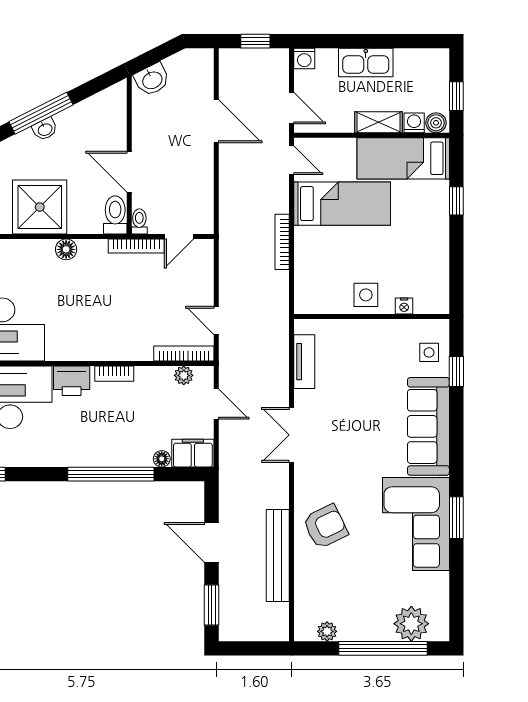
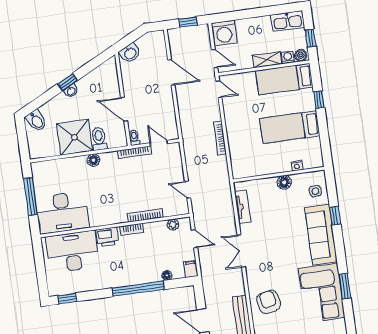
washing machine: (304, 58) -> (224, 33), width x1.89, depth x1.89
kitchen sink: (366, 62) -> (288, 21), moved
window: (41, 113) -> (68, 82), width x0.46
bed: (342, 204) -> (290, 127), moved, turned 180
toilet: (115, 215) -> (99, 139), moved
door: (179, 236) -> (159, 143), swing flipped
side table: (366, 295) -> (273, 162), removed
floor lamp: (379, 331) -> (284, 182), added
bookcase: (184, 354) -> (145, 215), moved
window: (456, 371) -> (335, 216), moved
filing cabinet: (193, 453) -> (191, 269), width x0.50
armchair: (325, 526) -> (269, 302), turned -75

